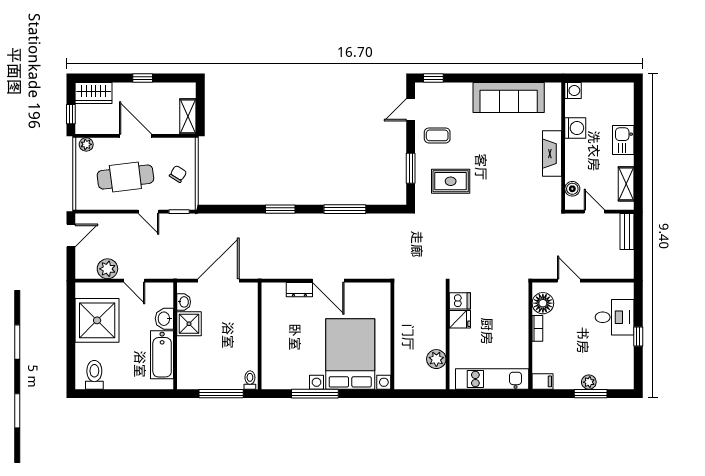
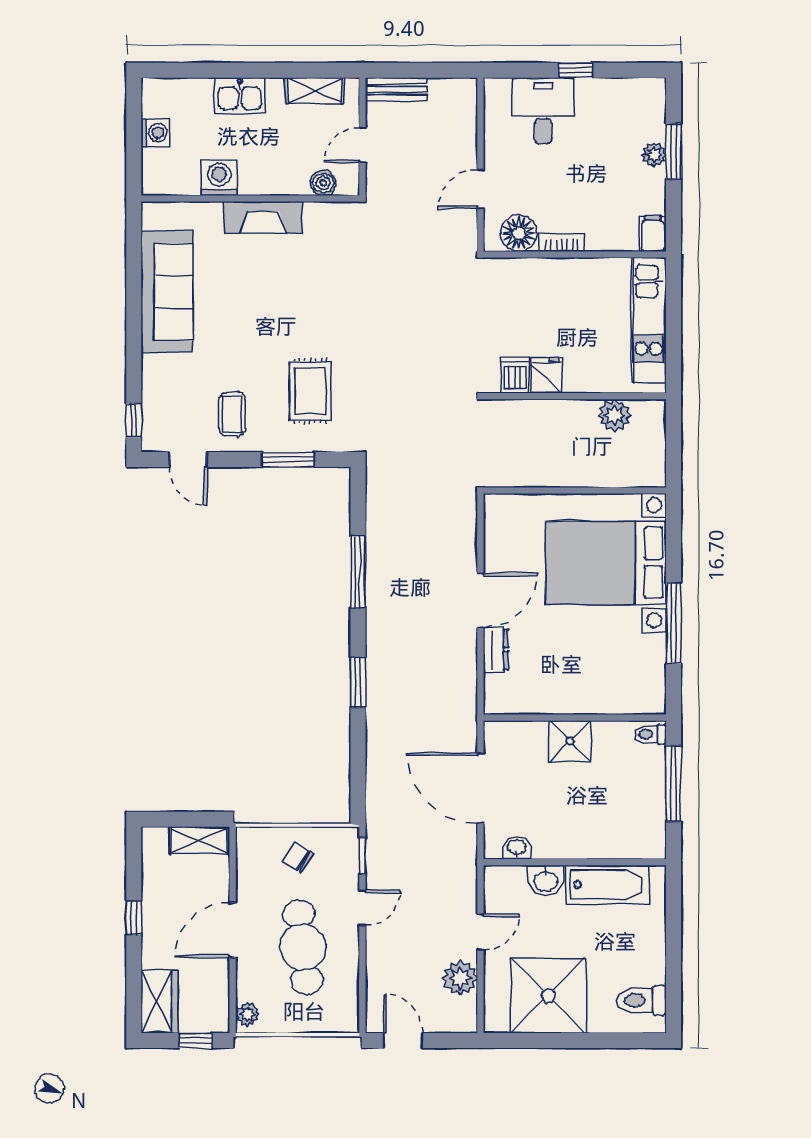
washing machine: (573, 90) -> (155, 133), moved, turned 90
shower: (189, 324) -> (570, 741), moved

